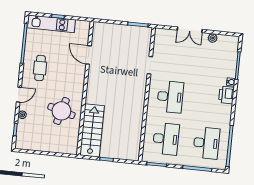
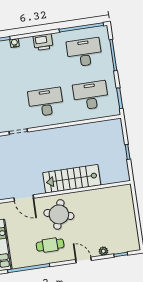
door: (89, 55) -> (24, 198), hinge flipped
printer: (226, 95) -> (43, 42), moved
round table: (61, 111) -> (59, 214), moved
stairs: (92, 130) -> (72, 179), moved

